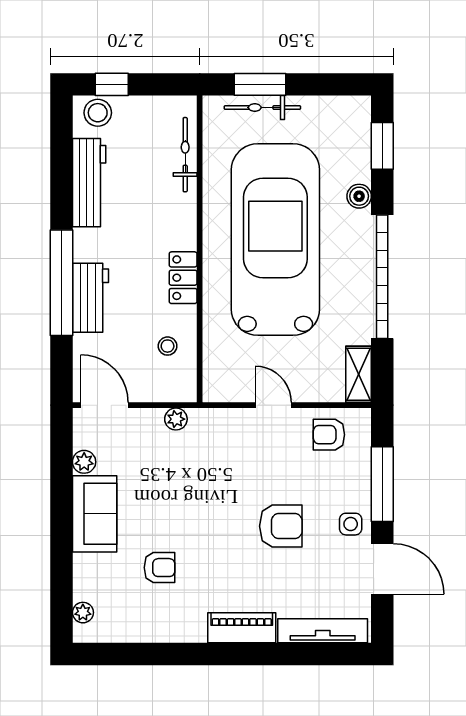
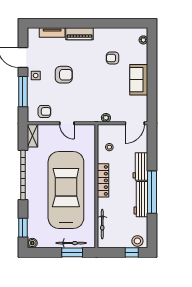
workbench: (89, 183) -> (141, 199), moved
boiler: (359, 196) -> (32, 243), moved
car: (275, 240) -> (66, 190), turned 180
locker: (183, 278) -> (103, 180), width x1.53
window: (61, 283) -> (152, 192), moved
door: (104, 405) -> (135, 123), hinge flipped
plant: (84, 462) -> (143, 101), removed
armchair: (281, 526) -> (64, 75), turned 180
tv unit: (323, 631) -> (52, 33), width x0.71

